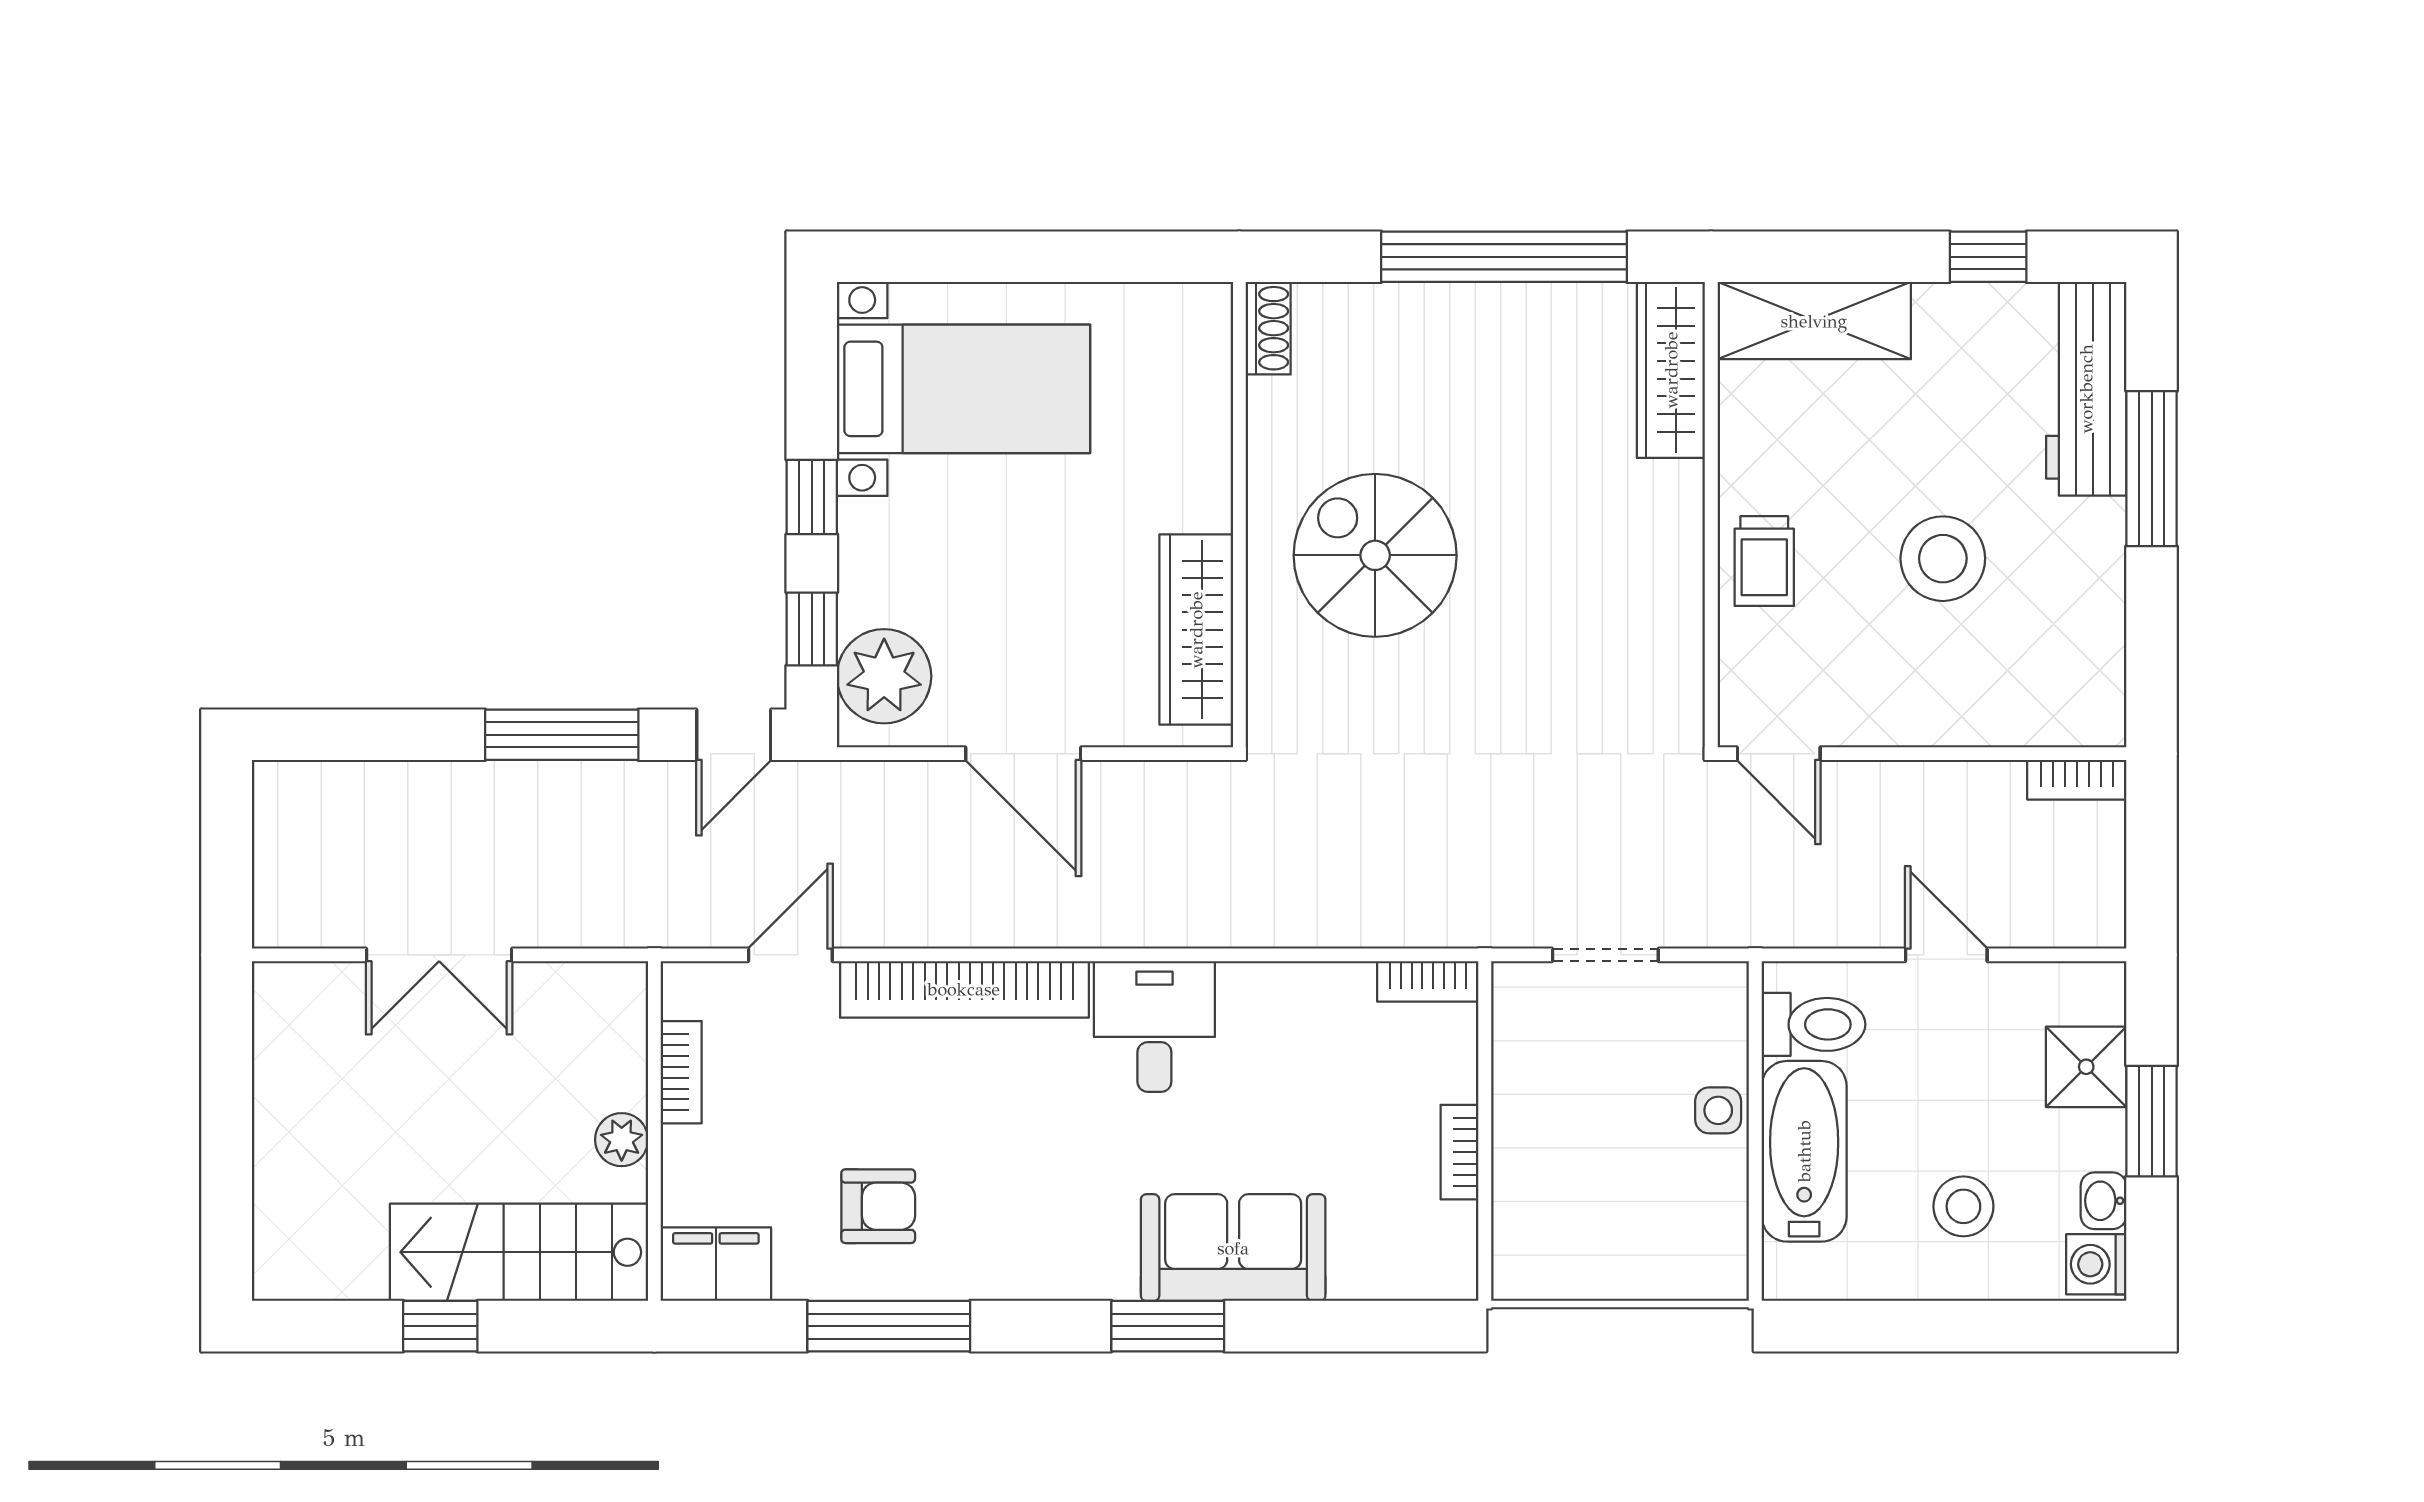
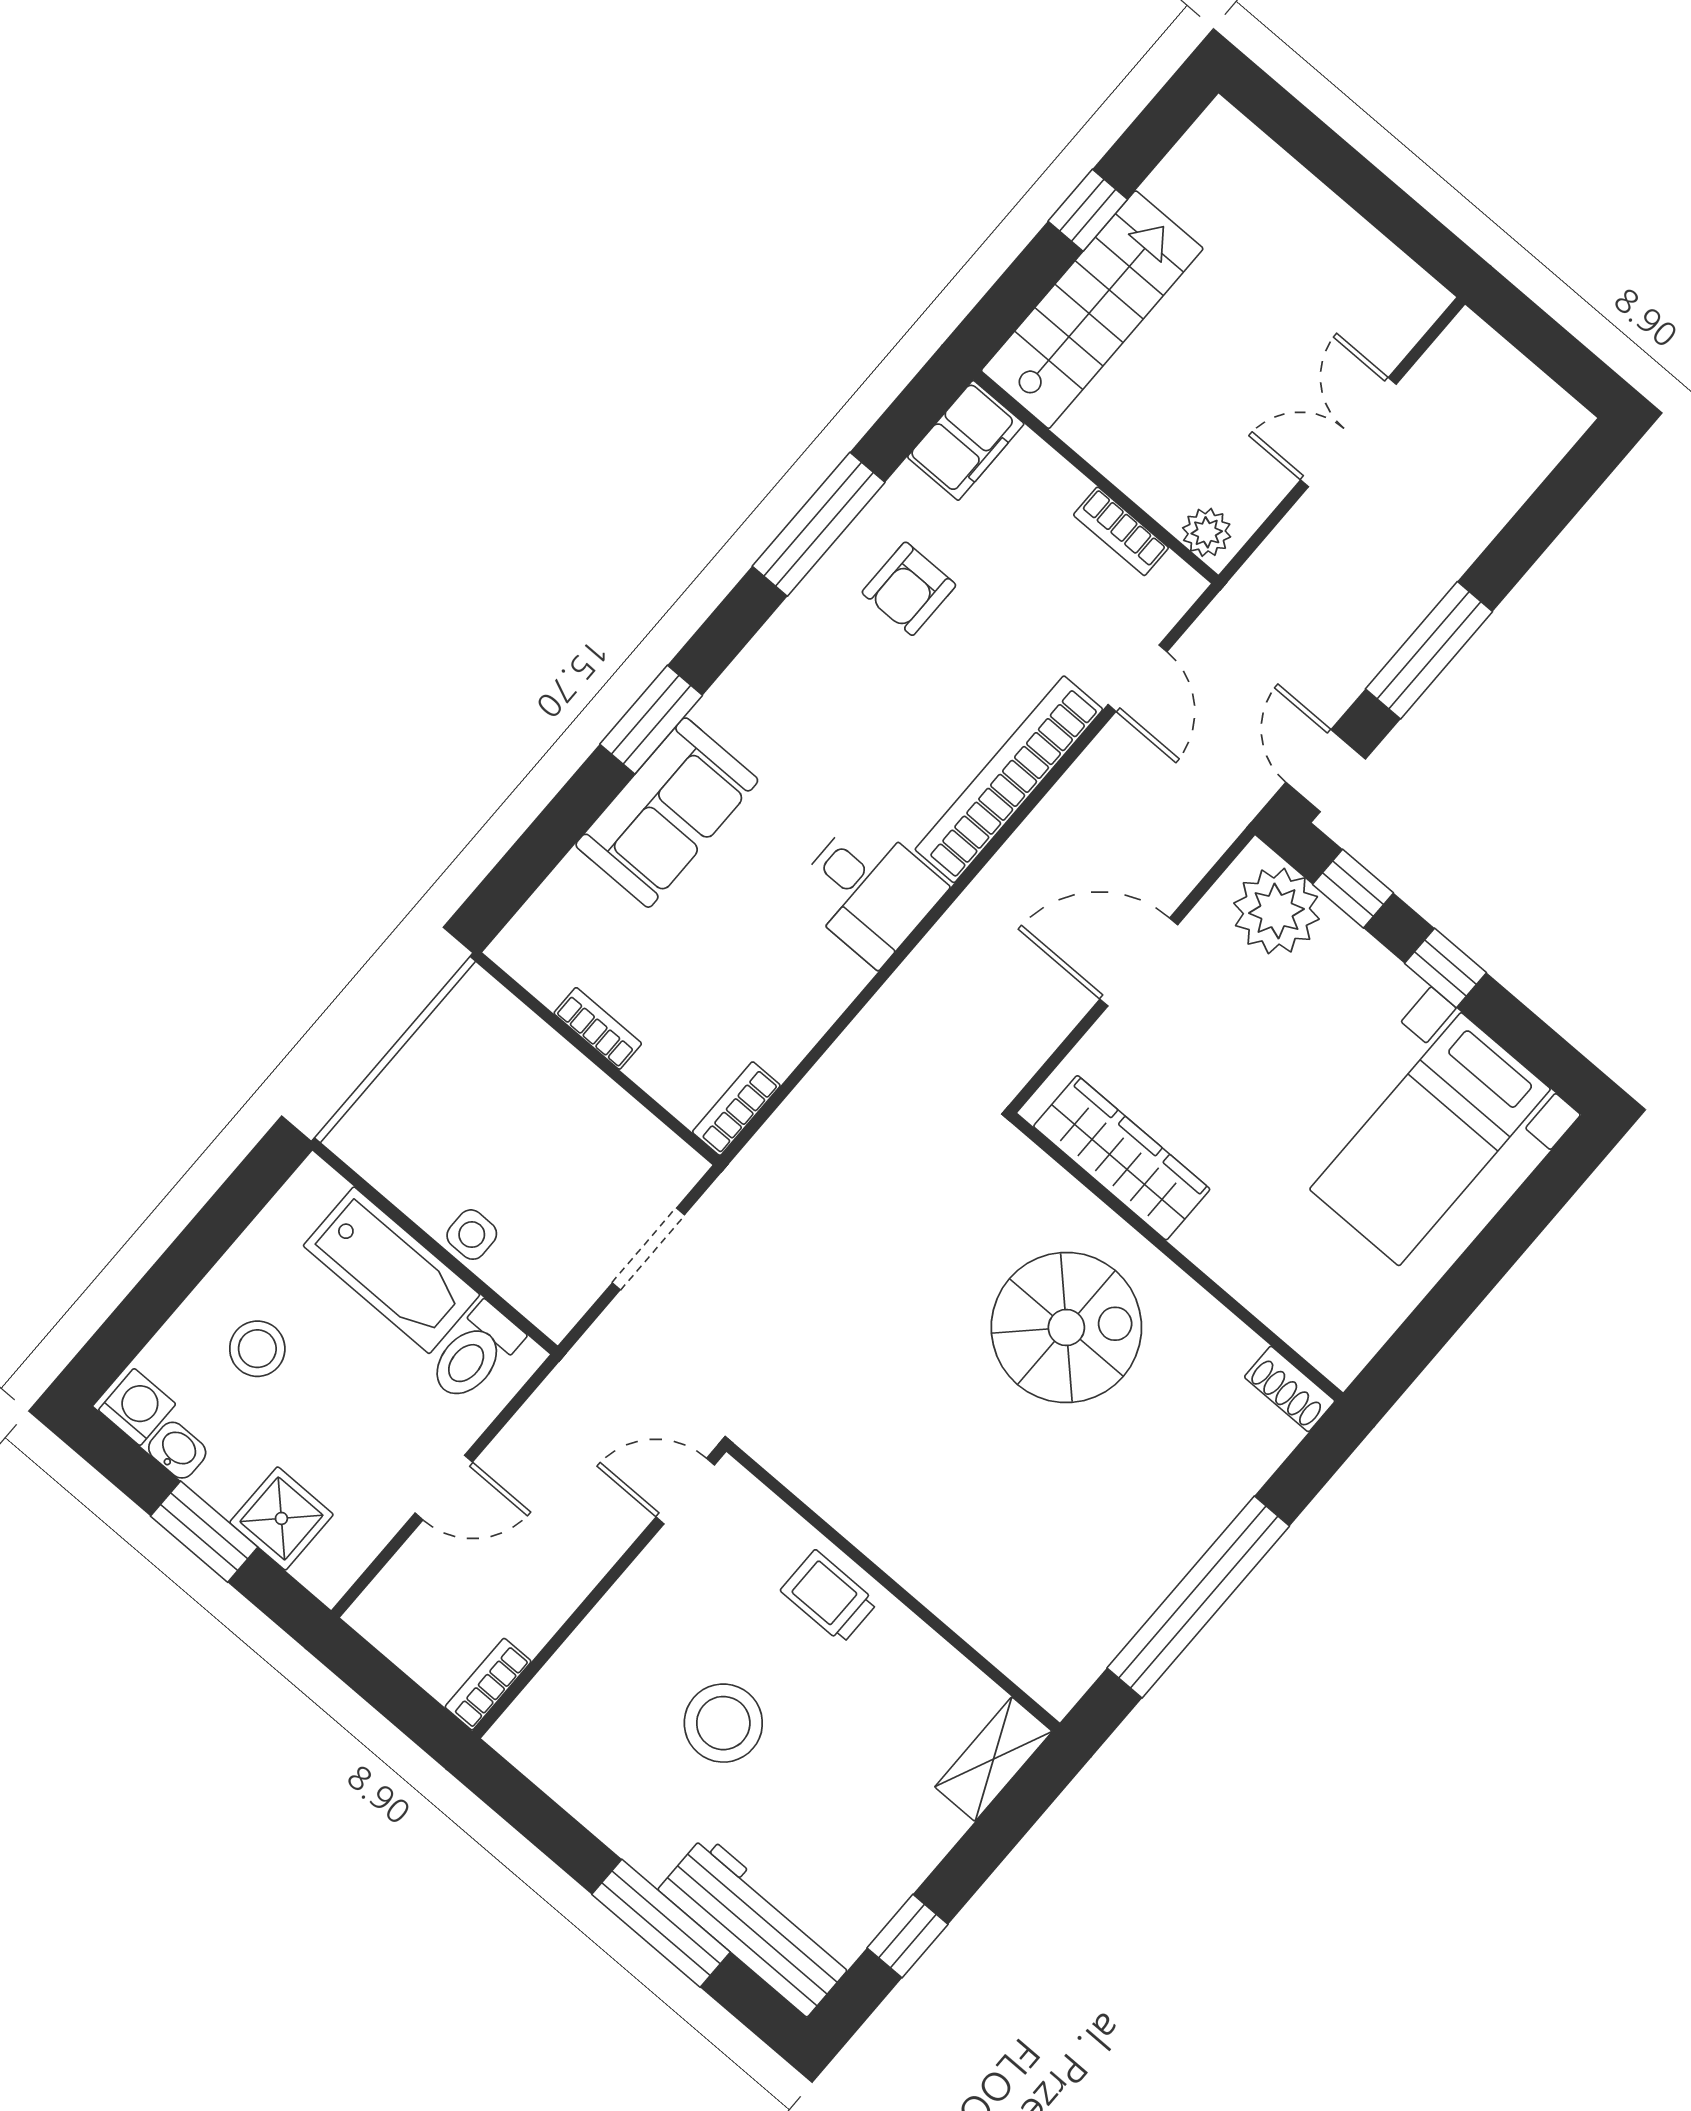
shelving: (1814, 321) -> (993, 1759), width x0.67, depth x0.75
wardrobe: (1671, 370) -> (1019, 1646), removed
plant: (622, 1140) -> (1207, 532), moved

